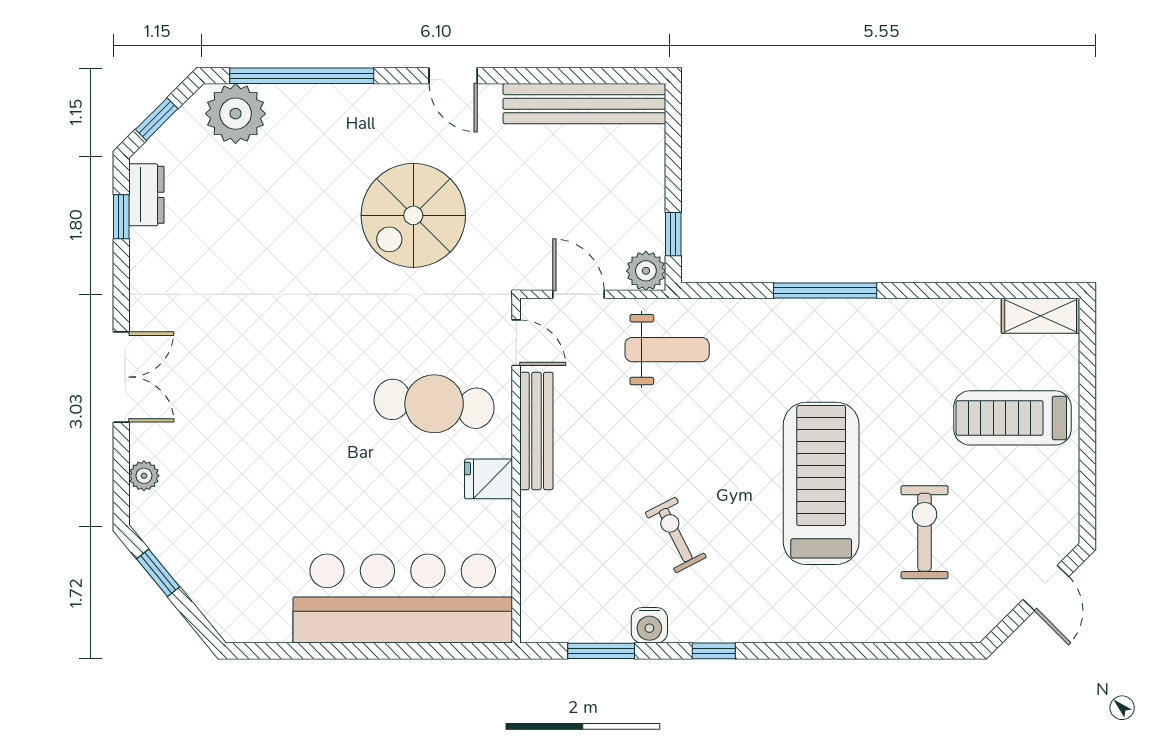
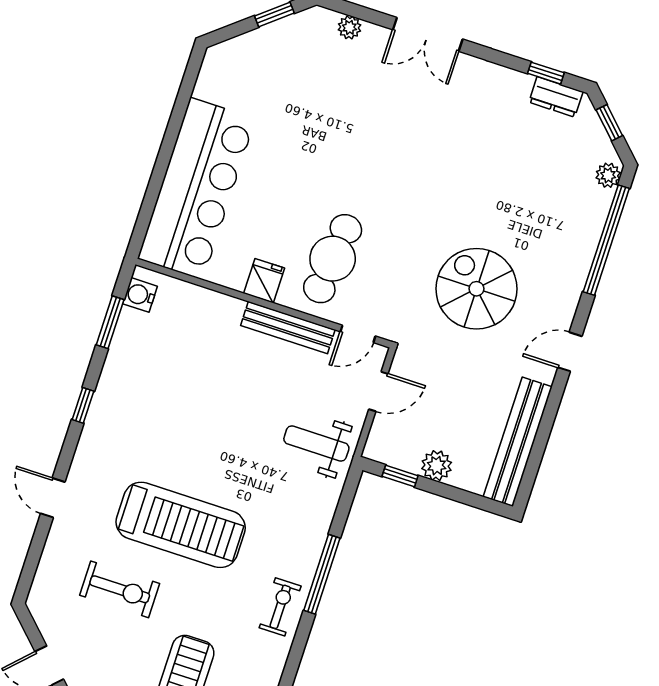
plant: (236, 114) -> (608, 175), width x0.53, depth x0.53
plant: (646, 271) -> (437, 466), moved
weight bench: (667, 350) -> (316, 443), turned 90
exercise bike: (676, 535) -> (280, 607), moved, turned -63
water cooler: (649, 625) -> (140, 295), moved
door: (839, 651) -> (53, 498), added

